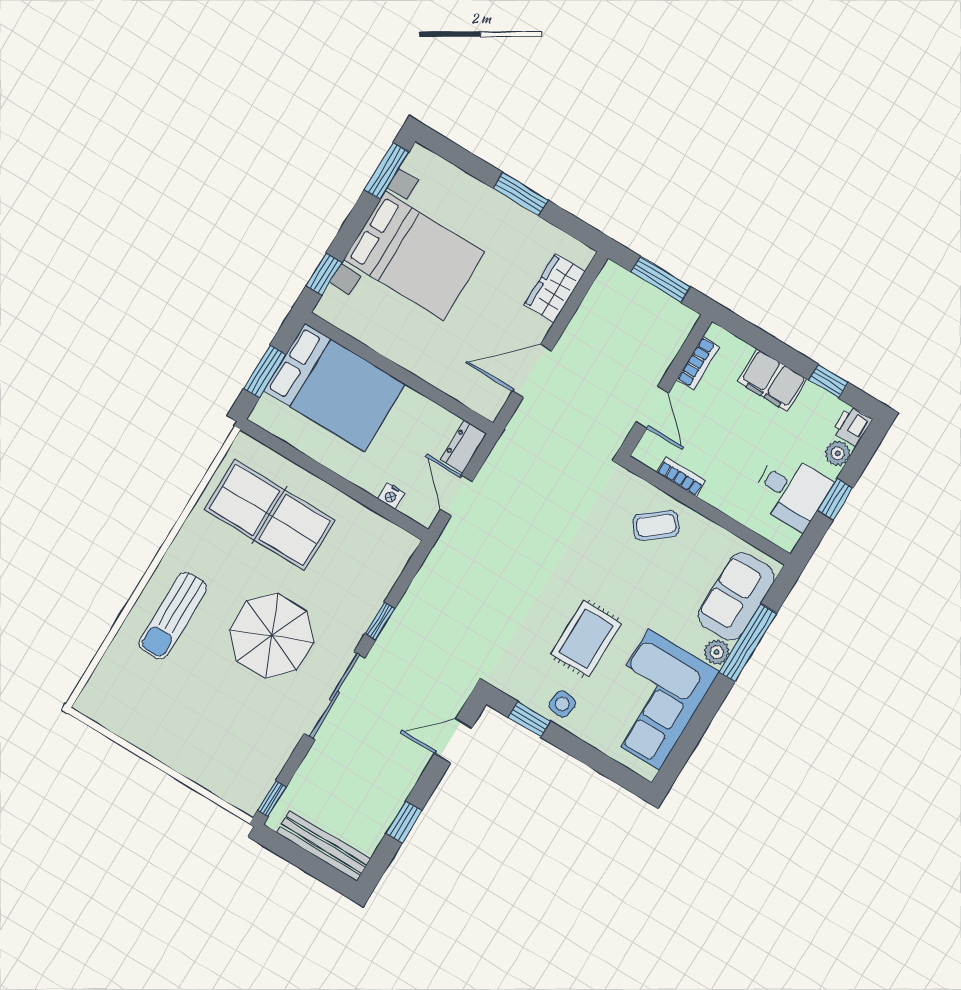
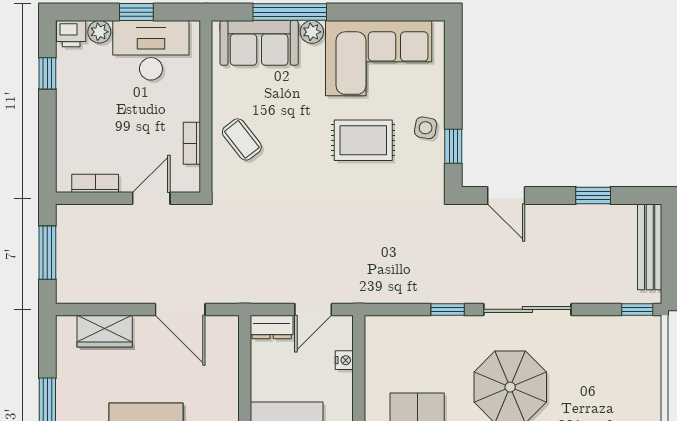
filing cabinet: (772, 380) -> (73, 117), removed
desk: (791, 491) -> (151, 50), width x1.37

